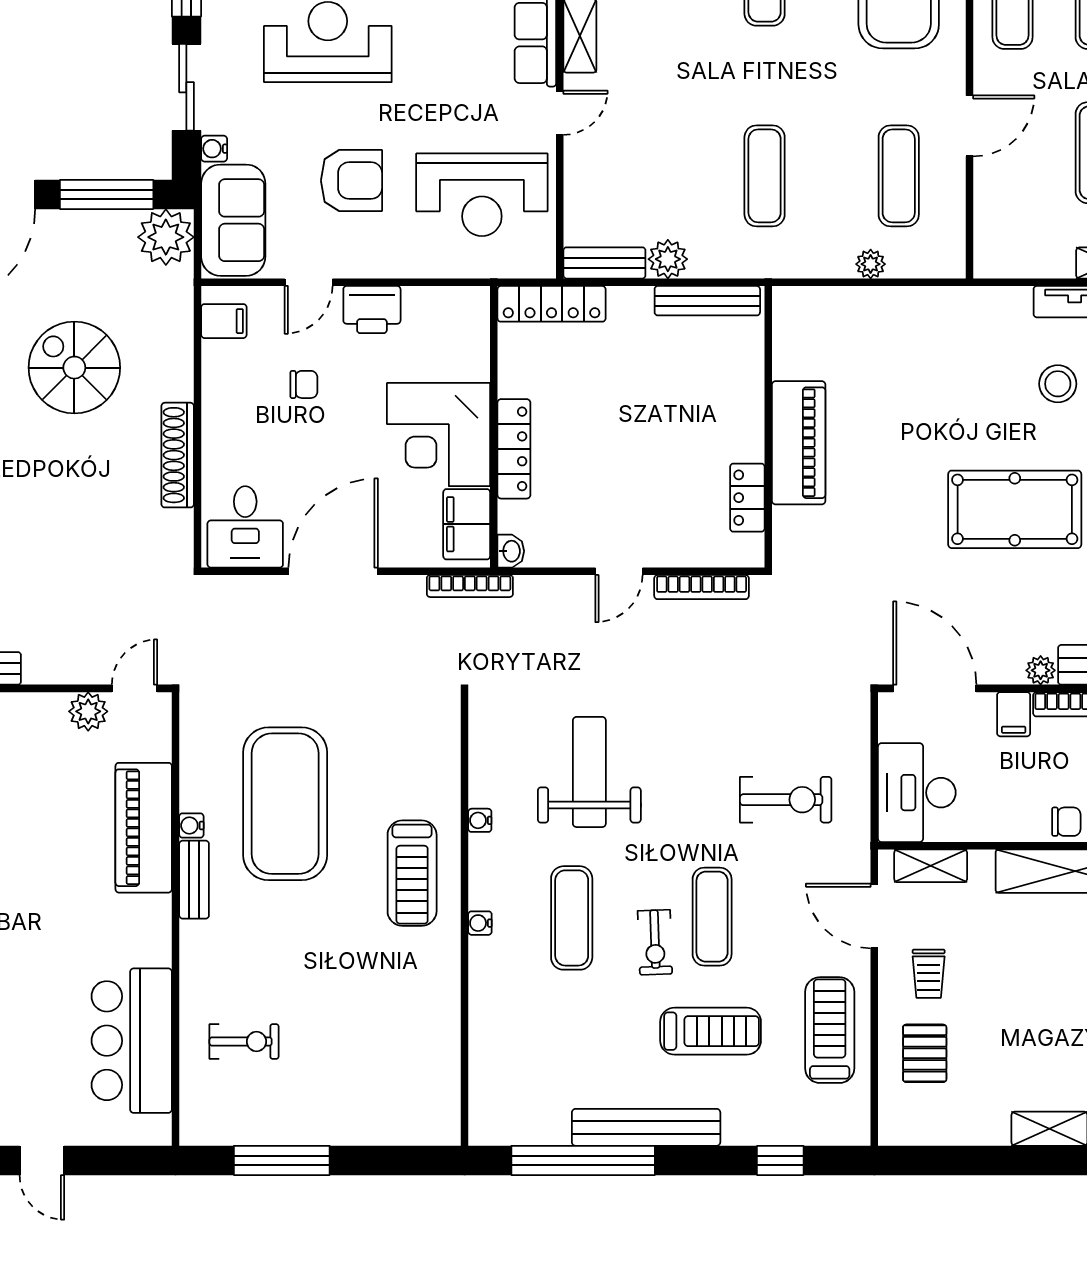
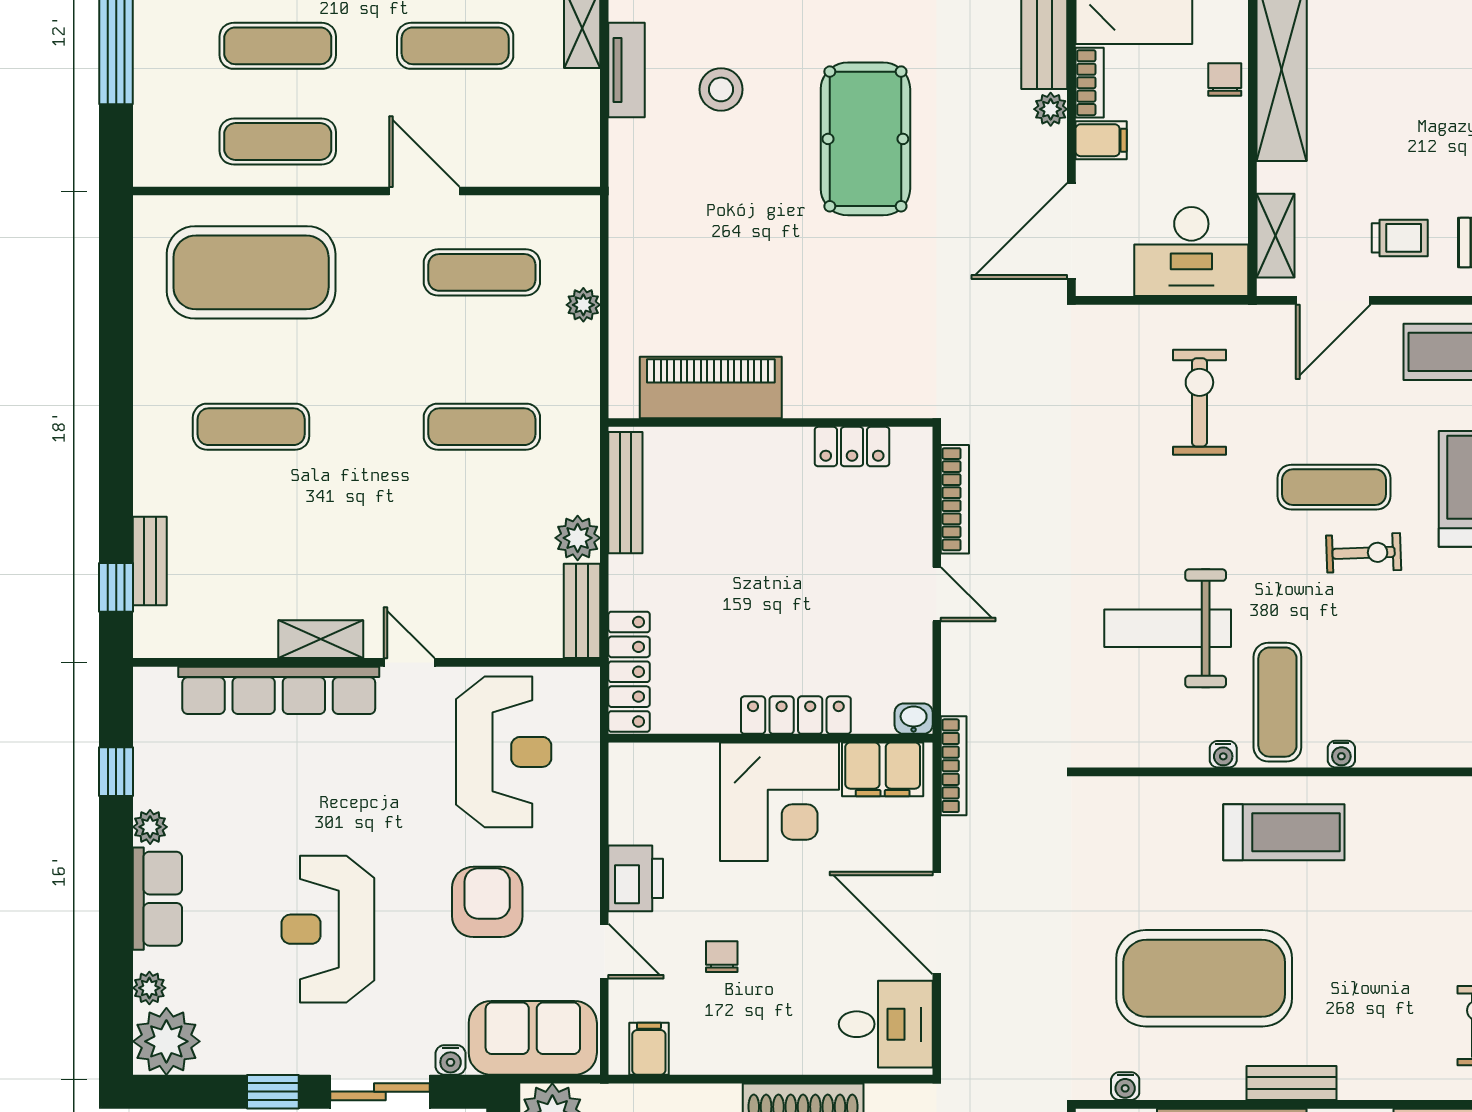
piano: (799, 443) -> (711, 388), moved
water cooler: (191, 825) -> (1125, 1086), moved
exercise mat: (572, 918) -> (1277, 702), moved, turned 90

